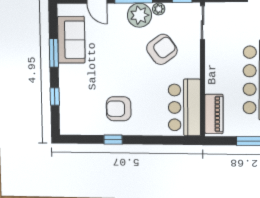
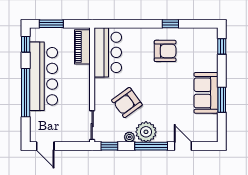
sofa: (71, 40) -> (206, 93), moved
window: (55, 96) -> (222, 46), moved

